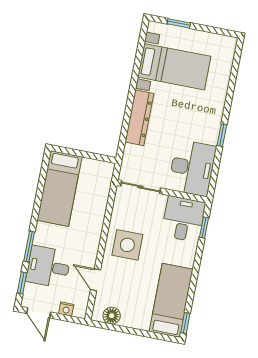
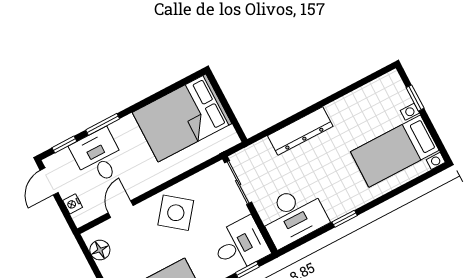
bed with nightstands: (174, 67) -> (395, 151), moved, turned 90
bed: (59, 188) -> (182, 118), width x1.50
side table: (127, 245) -> (176, 213), turned 38

